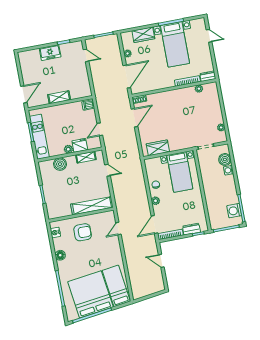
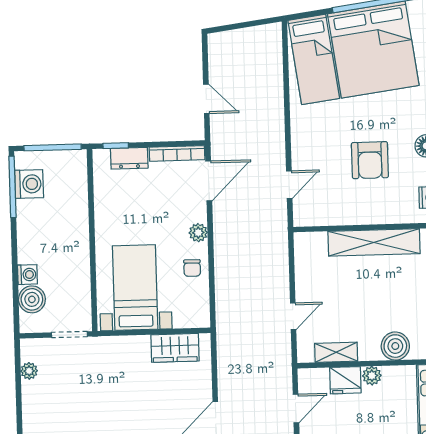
door: (107, 170) -> (293, 316), swing flipped
shelving: (92, 206) -> (374, 242), moved
armchair: (83, 232) -> (370, 160), moved, turned -90

